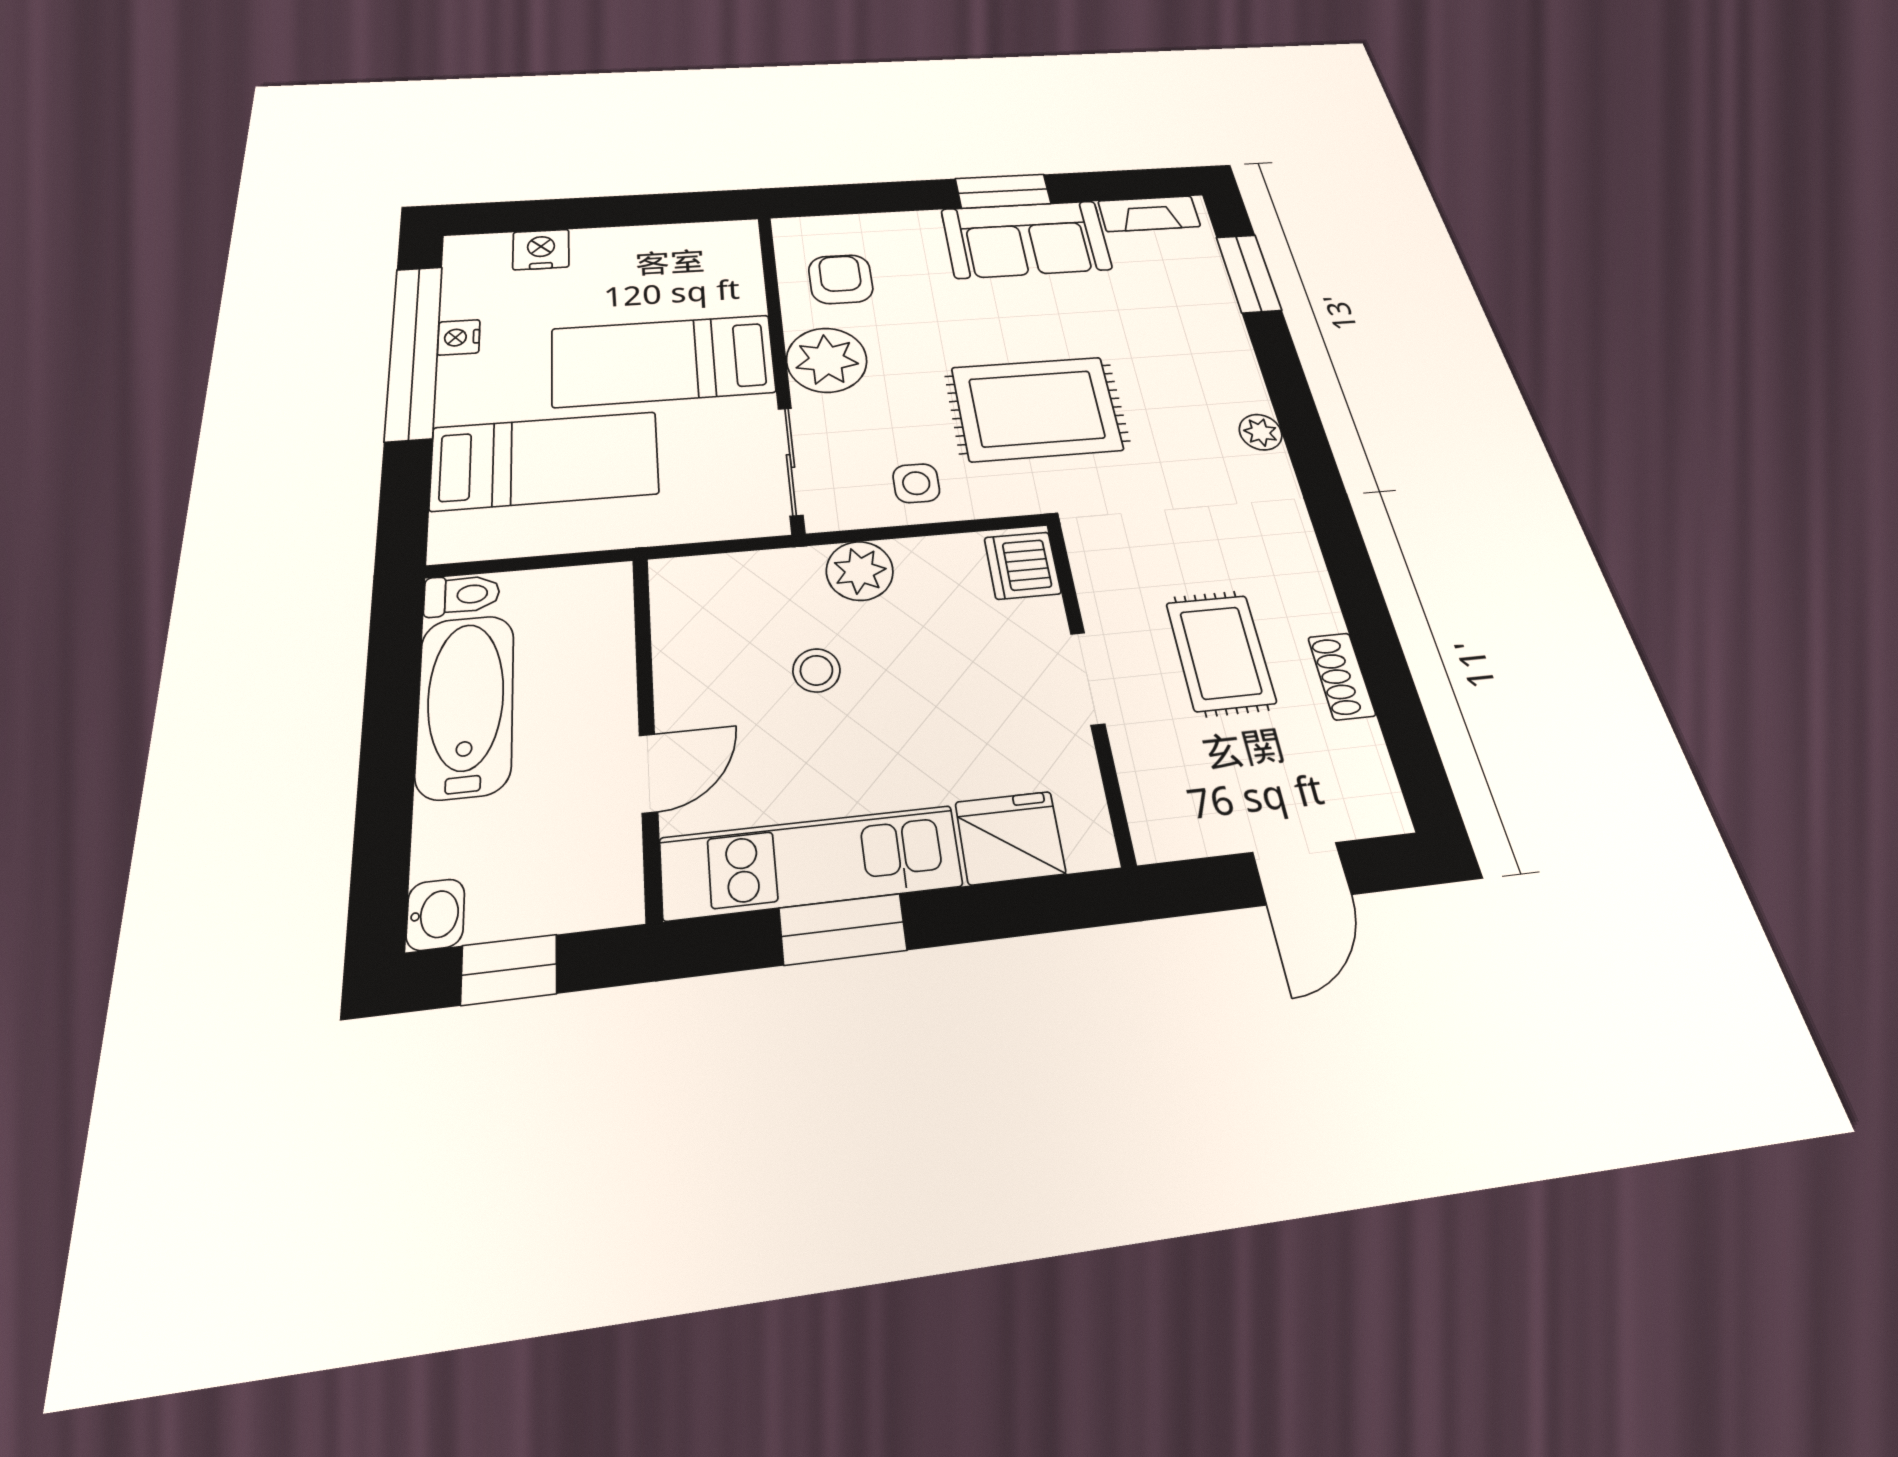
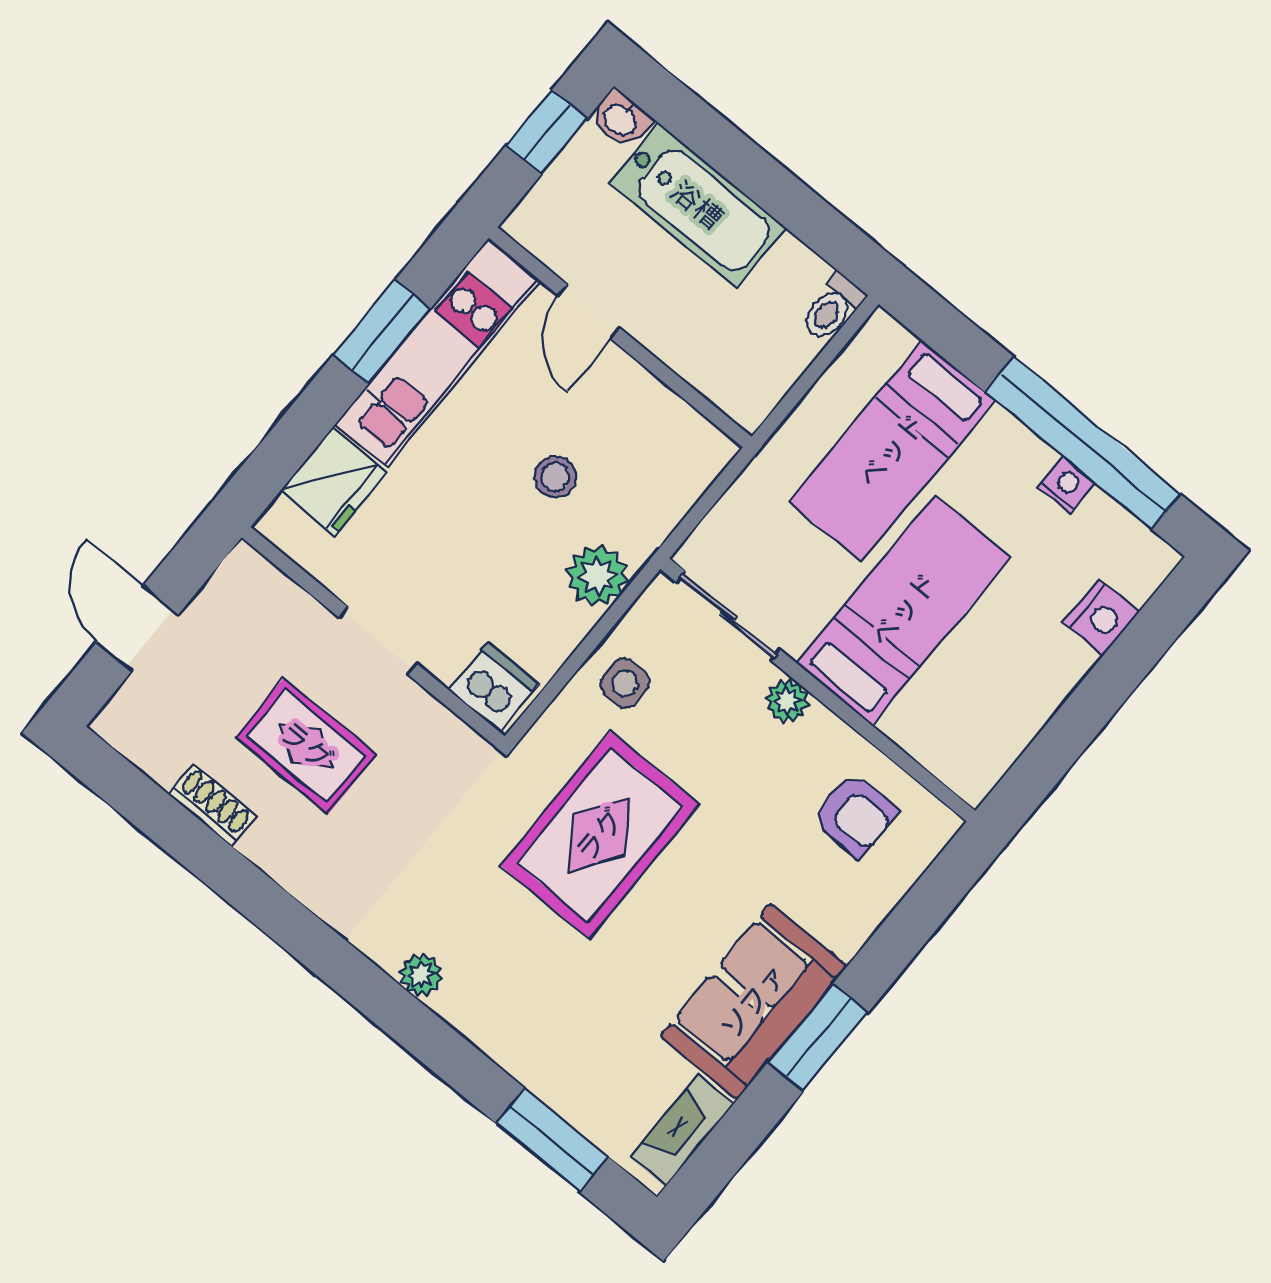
plant: (827, 360) -> (787, 701), width x0.53, depth x0.53
bathtub: (466, 705) -> (697, 205), moved

